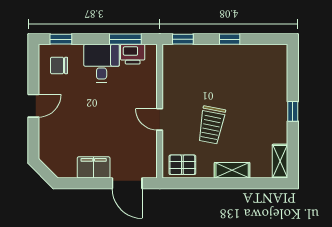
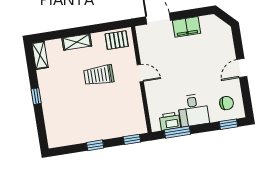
trolley: (211, 125) -> (99, 75), turned -101

